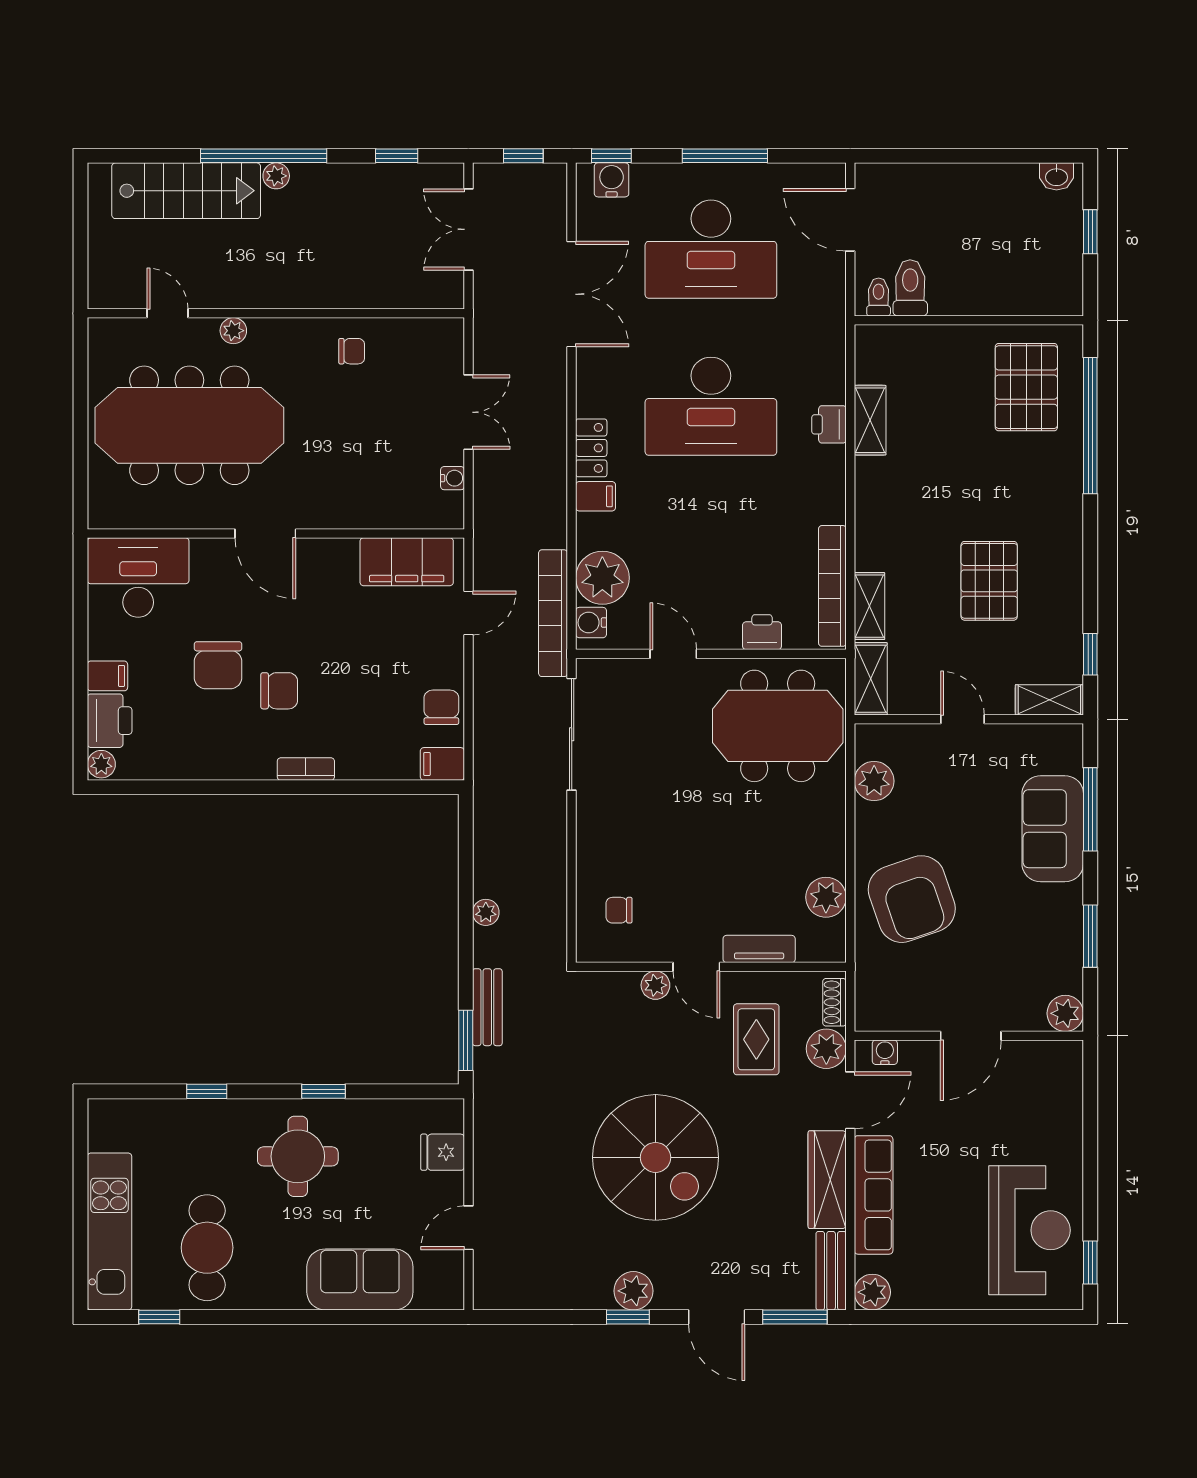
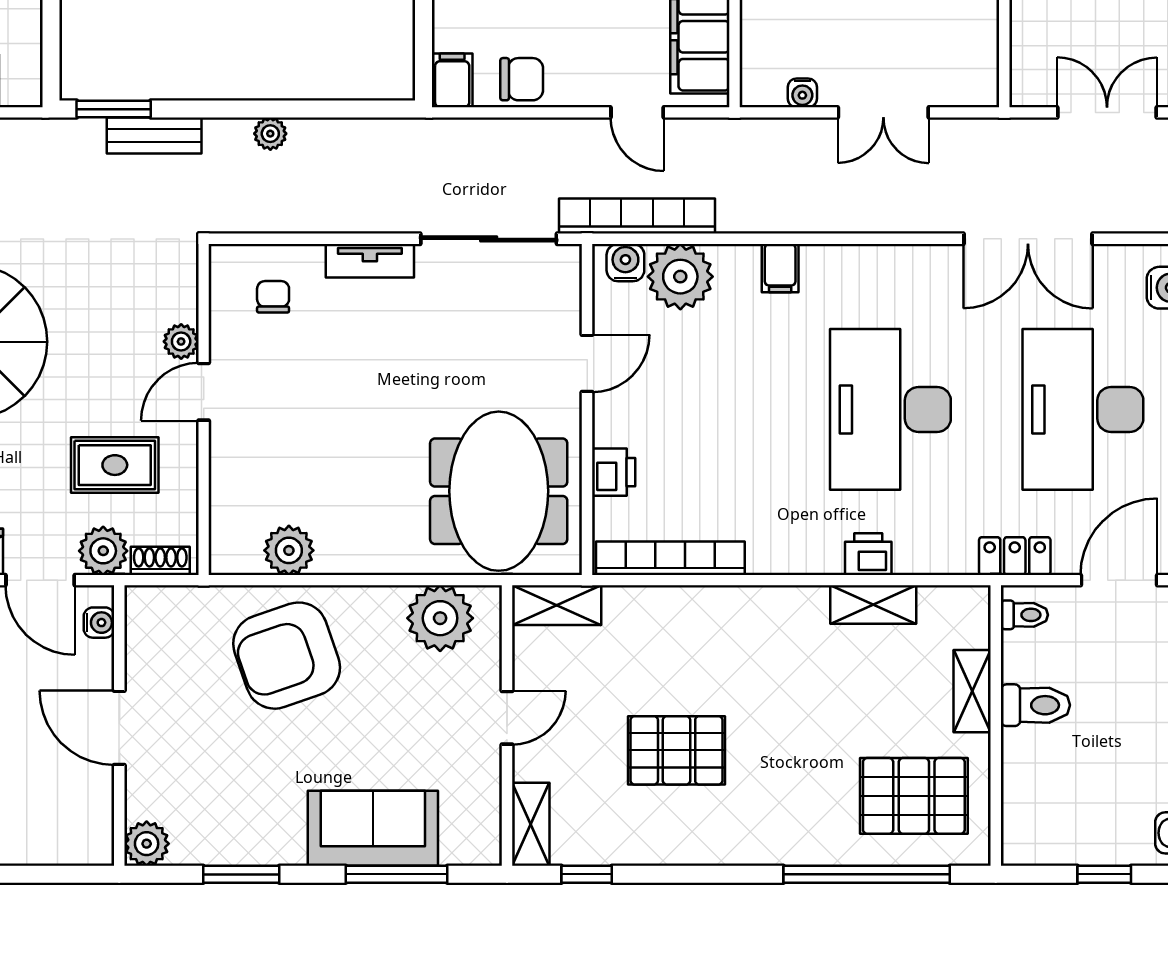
toilet: (910, 288) -> (1035, 705), moved
locker: (591, 448) -> (1015, 556), moved, turned 180
shelving: (869, 606) -> (972, 691), moved, turned 90
plant: (874, 781) -> (440, 618), width x1.36, depth x1.36
tv unit: (759, 949) -> (370, 261), moved, turned 90

